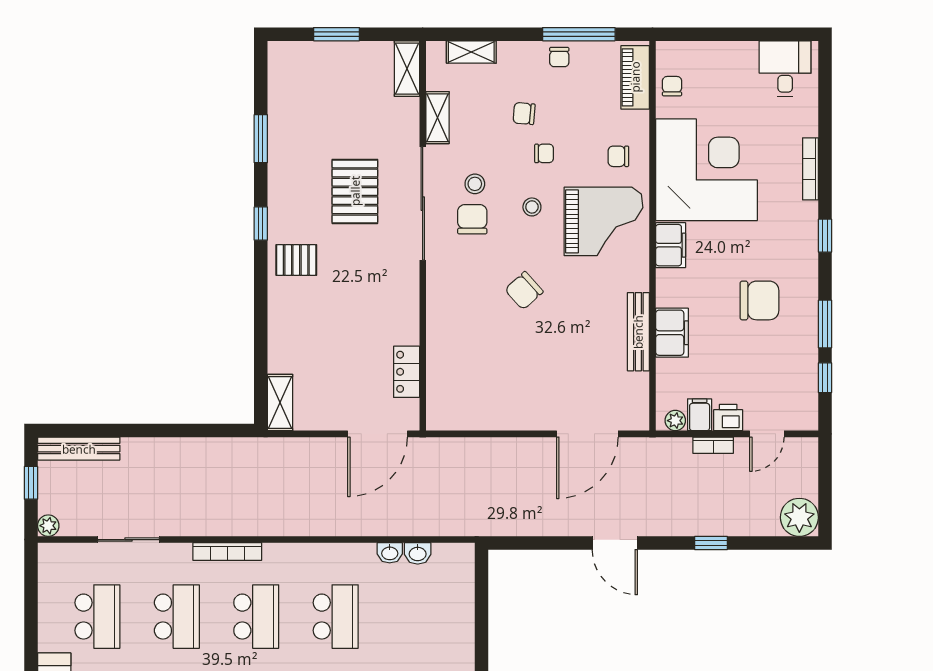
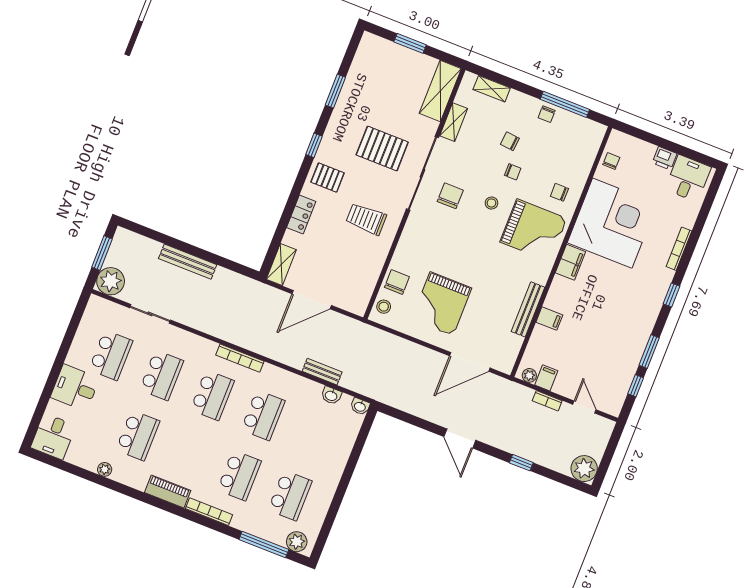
shelving: (407, 69) -> (440, 91), width x1.50, depth x1.33
piano: (635, 77) -> (590, 146), removed
stool: (475, 184) -> (384, 307), moved
pallet: (355, 191) -> (382, 148), turned 90
chair: (524, 291) -> (397, 282), moved, turned 132
trolley: (371, 296) -> (366, 219), added
chair: (759, 300) -> (613, 320), removed
filing cabinet: (672, 333) -> (549, 319), width x0.50
grand piano: (518, 370) -> (442, 304), added
locker: (407, 372) -> (301, 214), moved, turned 180
printer: (728, 418) -> (665, 158), moved, turned 180
door: (378, 434) -> (312, 300), moved
door: (767, 434) -> (584, 407), swing flipped
bench: (79, 449) -> (188, 262), moved
window: (31, 483) -> (102, 253), width x1.50
plant: (48, 526) -> (111, 281), width x1.88, depth x1.88
bench: (393, 526) -> (322, 372), added
bookcase: (227, 552) -> (240, 358), moved
washbasin: (390, 553) -> (360, 406), moved

